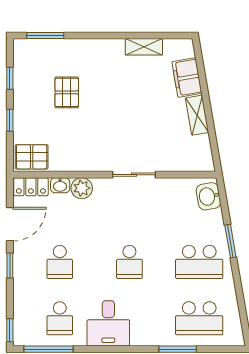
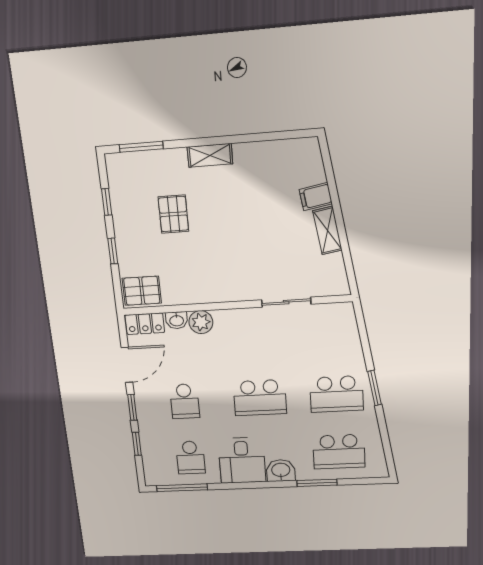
shelving: (144, 47) -> (210, 155), moved
filing cabinet: (187, 78) -> (316, 197), width x0.50
sliding door: (134, 175) -> (286, 302), moved
washbasin: (208, 196) -> (281, 470), moved, turned 100
window: (230, 241) -> (375, 388), moved
school desk: (129, 262) -> (260, 398), width x1.85
window: (10, 330) -> (137, 444), moved

